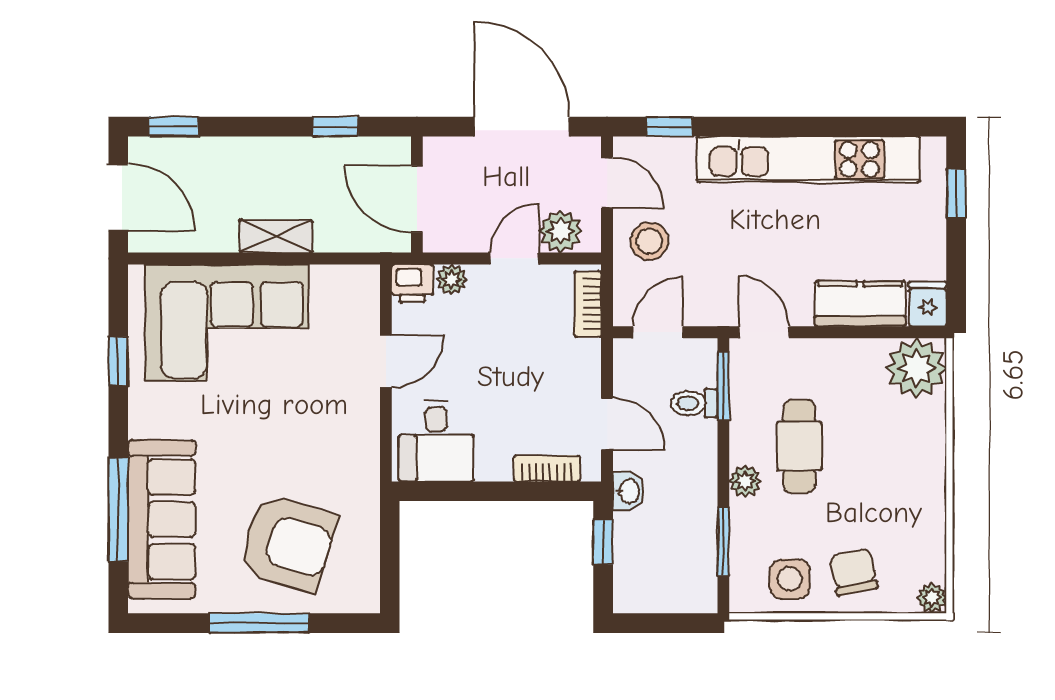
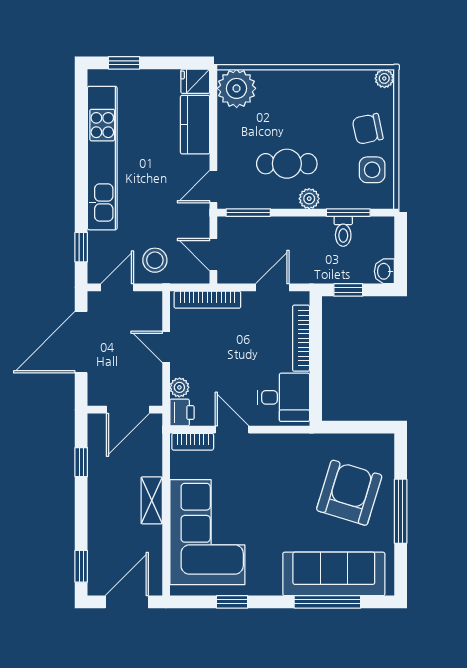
plant: (561, 231) -> (149, 317), removed
bookcase: (367, 300) -> (193, 442), added
bookcase: (588, 304) -> (207, 300), width x1.56
toilet: (694, 403) -> (343, 231), moved
bookcase: (547, 468) -> (301, 338), width x1.56
washbasin: (628, 491) -> (384, 271), moved, turned -90

